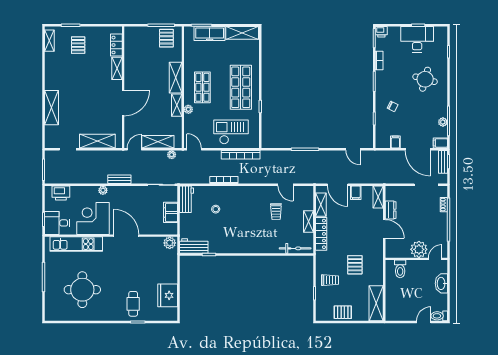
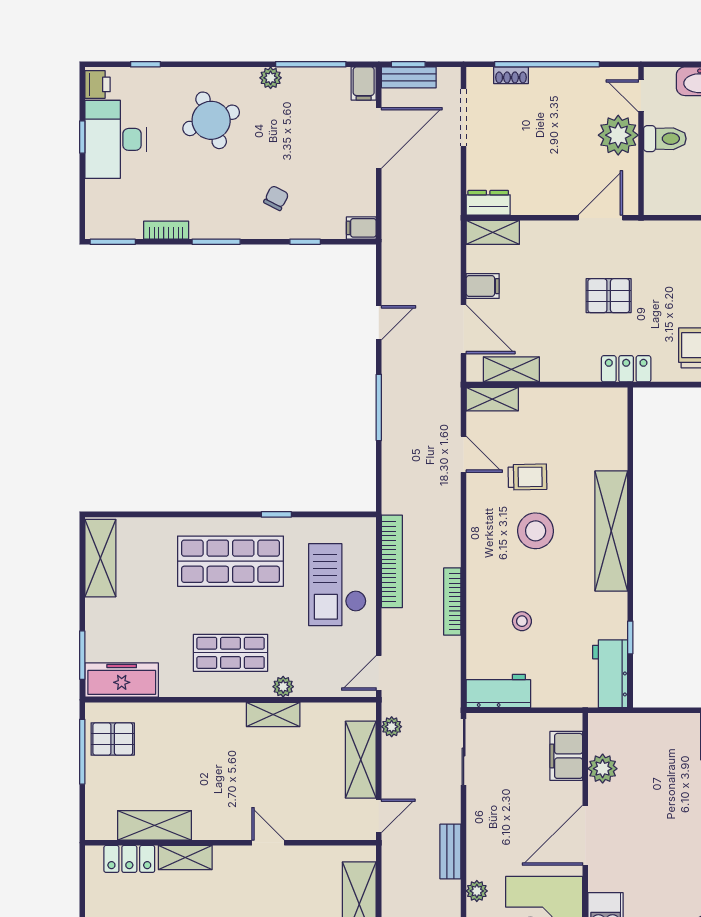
printer: (381, 32) -> (98, 84), moved
freezer: (210, 34) -> (122, 680), moved, turned -90
shelving: (176, 78) -> (155, 825), moved
round table: (425, 79) -> (211, 120), turned -36
door: (123, 103) -> (268, 843), width x0.53
plant: (443, 122) -> (271, 78), moved
filing cabinet: (395, 142) -> (361, 228), moved
door: (134, 149) -> (379, 816), swing flipped
door: (353, 149) -> (379, 323), moved
door: (286, 185) -> (464, 454), hinge flipped
door: (338, 185) -> (464, 329), hinge flipped
dresser: (391, 210) -> (488, 203), moved
filing cabinet: (171, 212) -> (566, 756), moved, turned 90
stool: (253, 215) -> (536, 531), added
shelving: (309, 222) -> (492, 399), moved
door: (384, 229) -> (600, 218), moved
locker: (321, 234) -> (626, 369), moved, width x0.66
plant: (170, 243) -> (603, 769), moved
shelving: (253, 246) -> (611, 531), added
bicycle: (295, 248) -> (616, 431), removed
pallet: (355, 265) -> (609, 296), moved
toilet: (400, 269) -> (665, 139), moved

